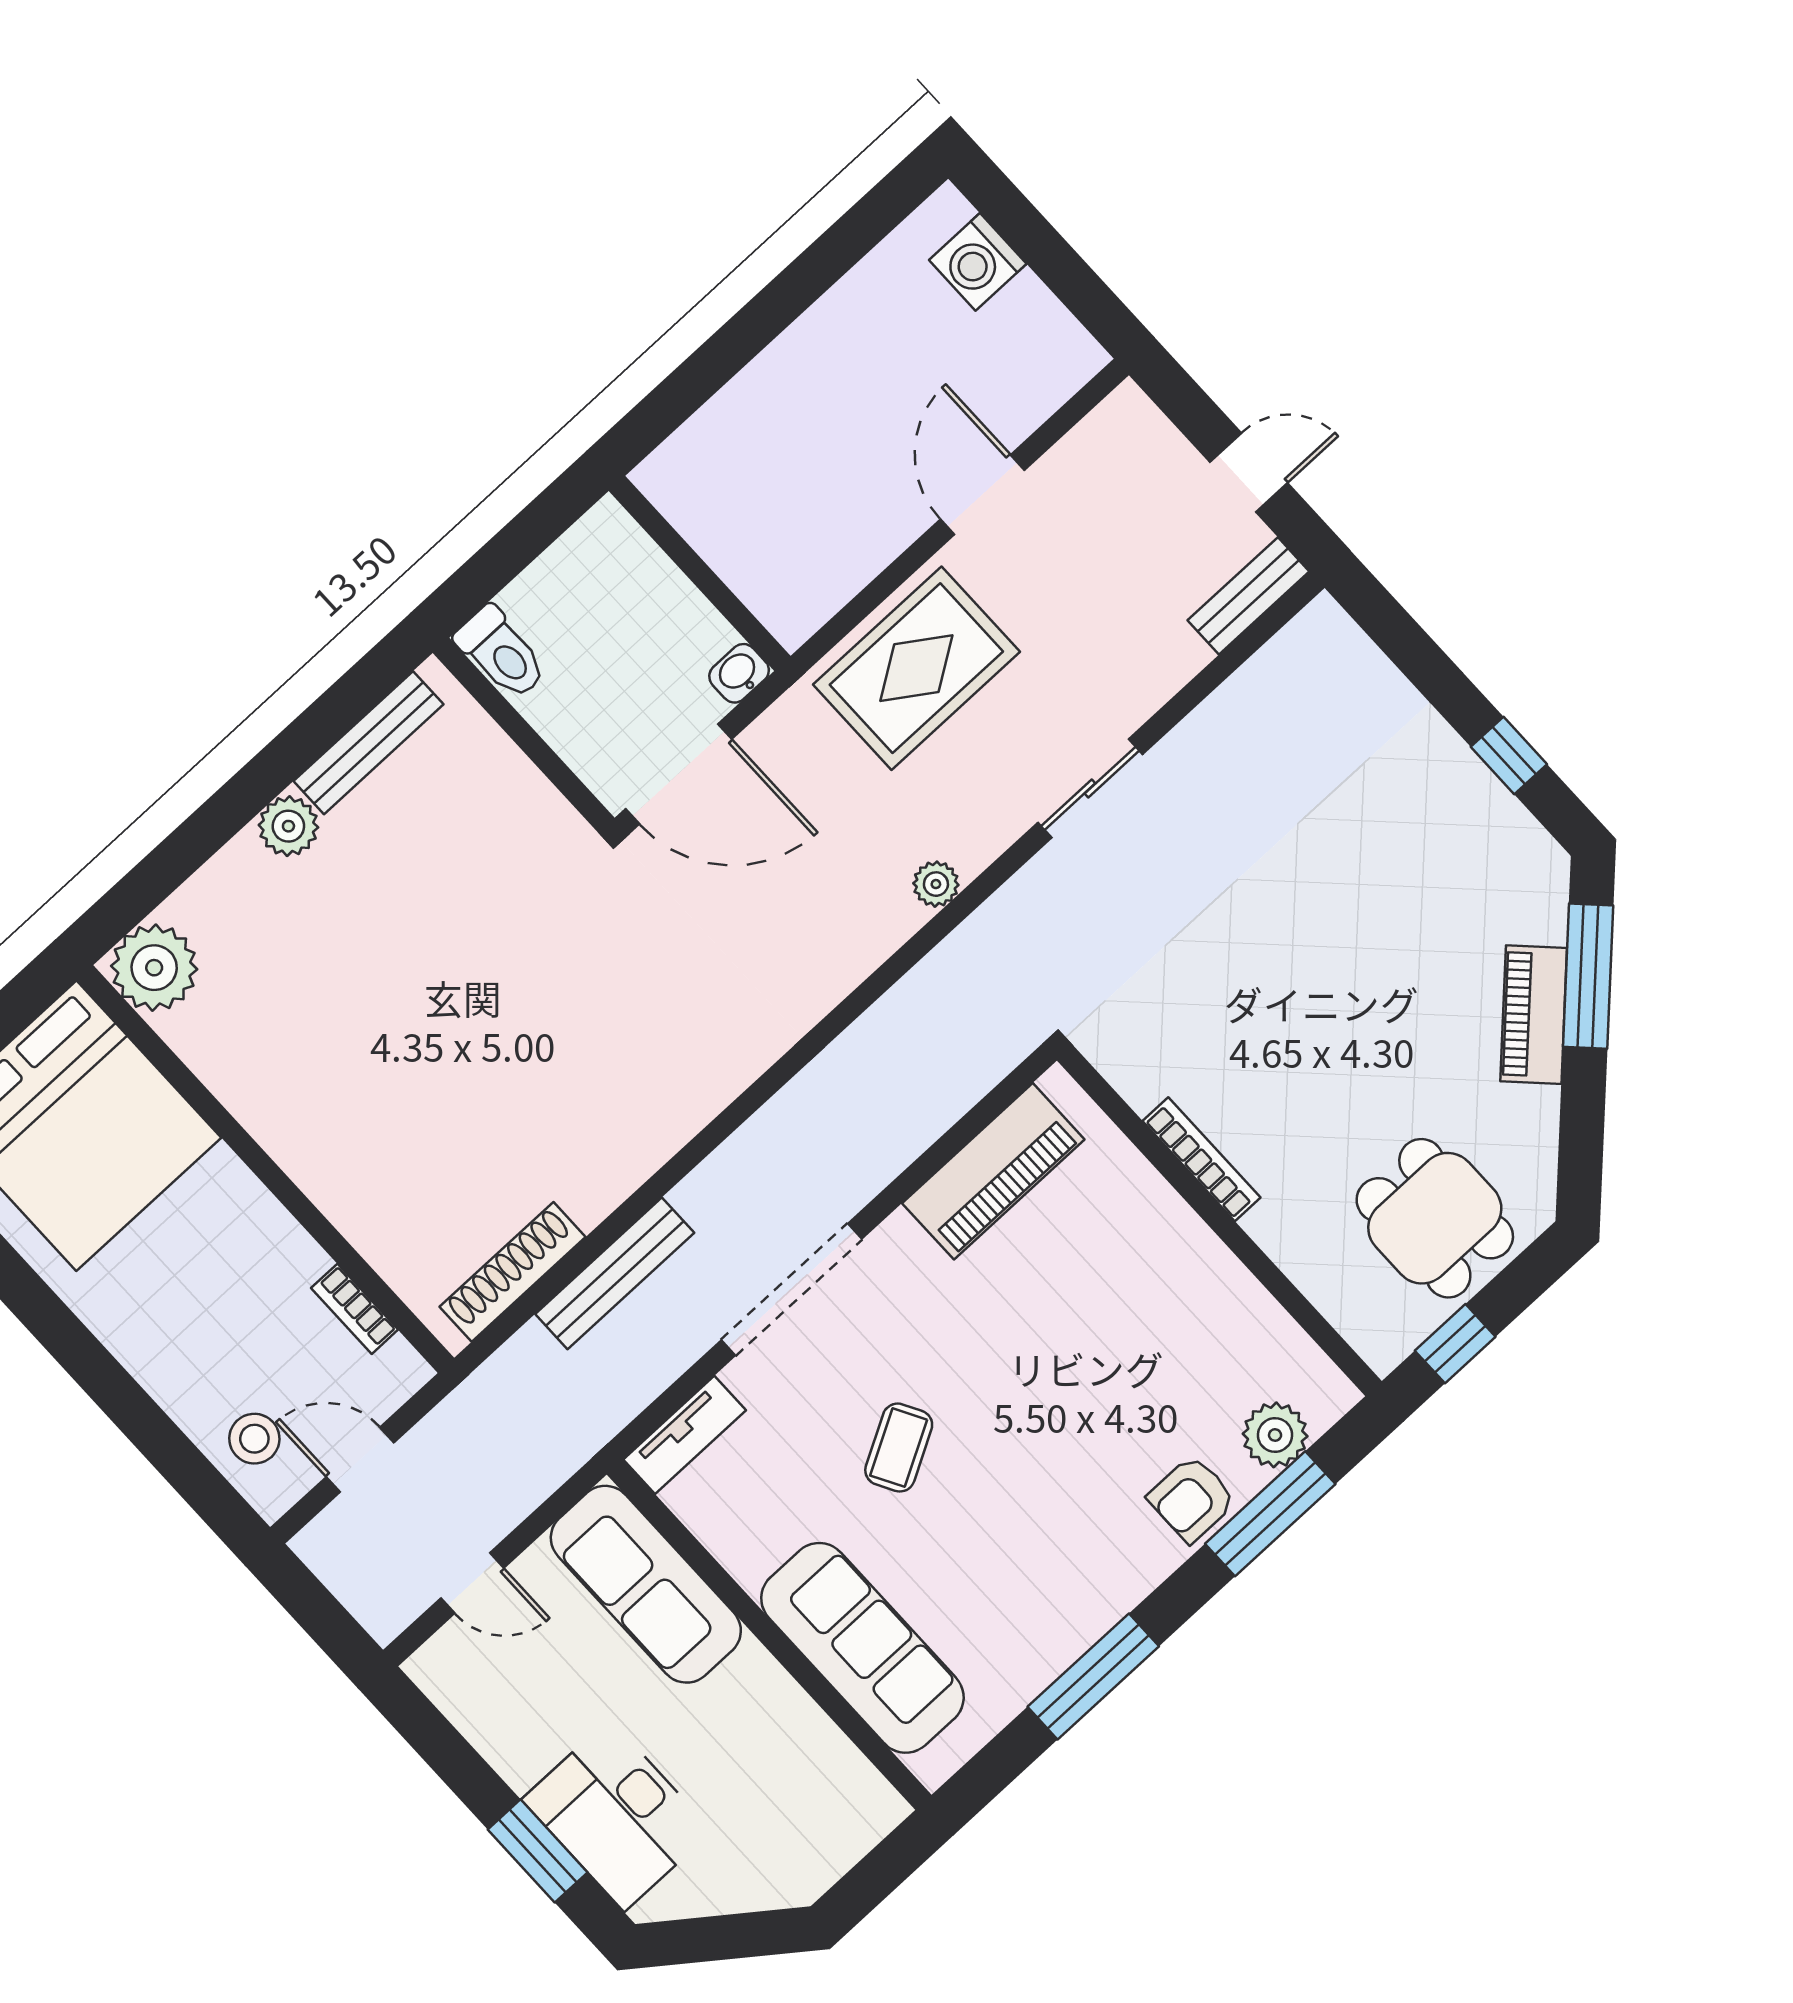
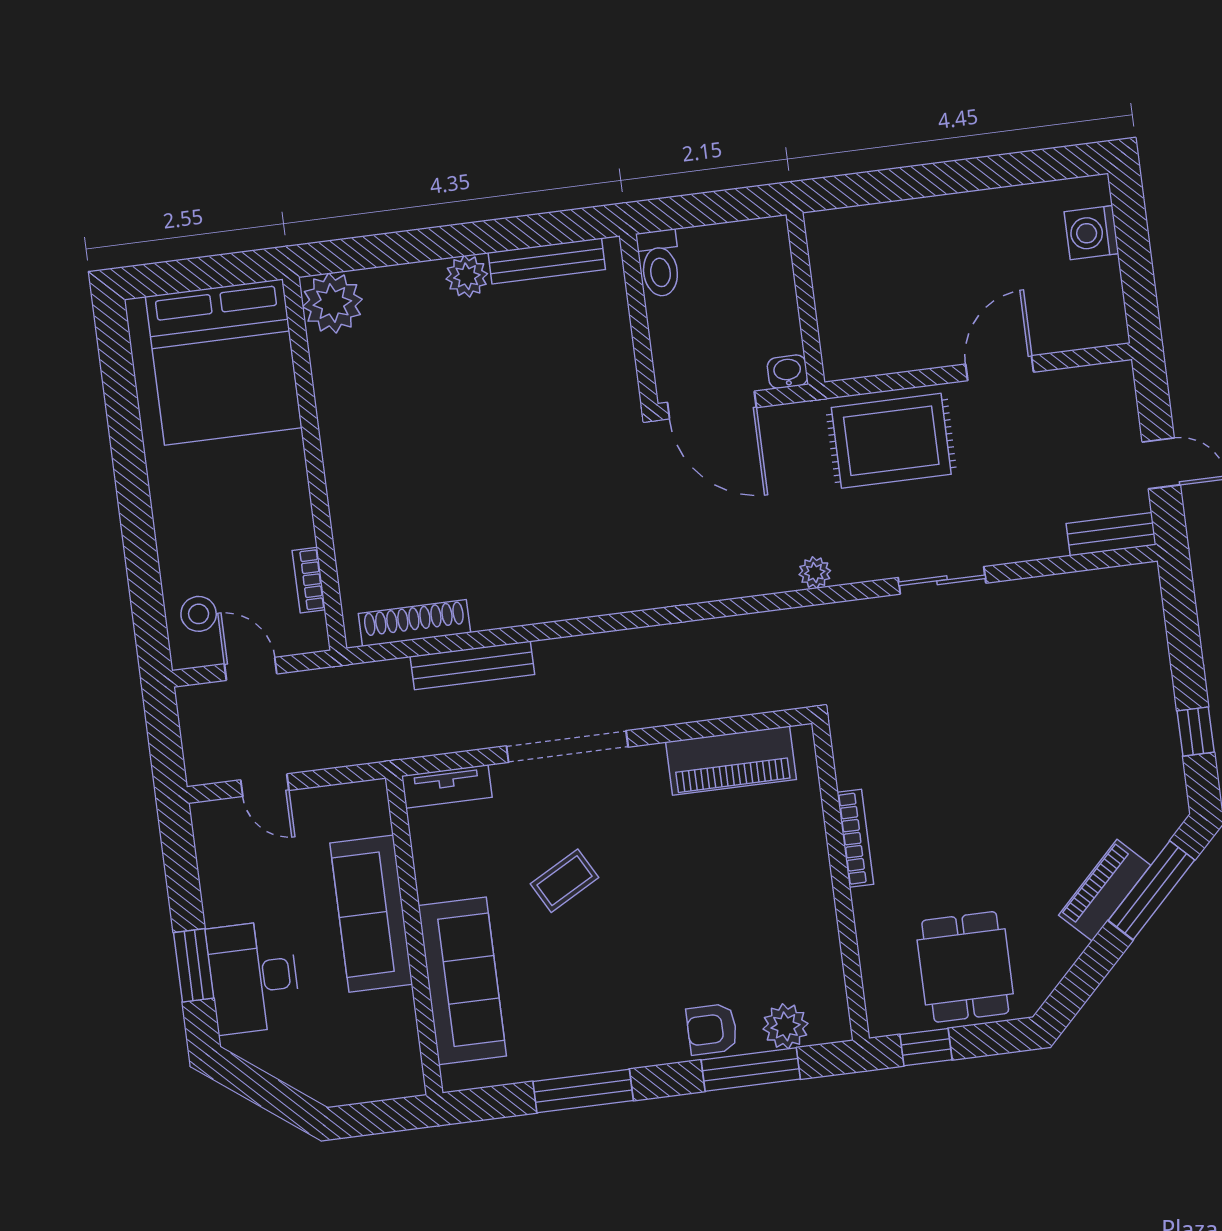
sofa: (646, 1584) -> (371, 914), moved

